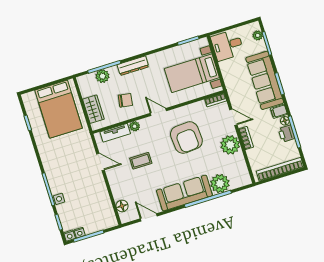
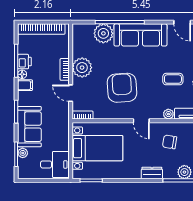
plant: (258, 35) -> (23, 153), moved
dresser: (133, 66) -> (152, 173), width x0.70
sofa: (265, 80) -> (29, 127), width x0.73

